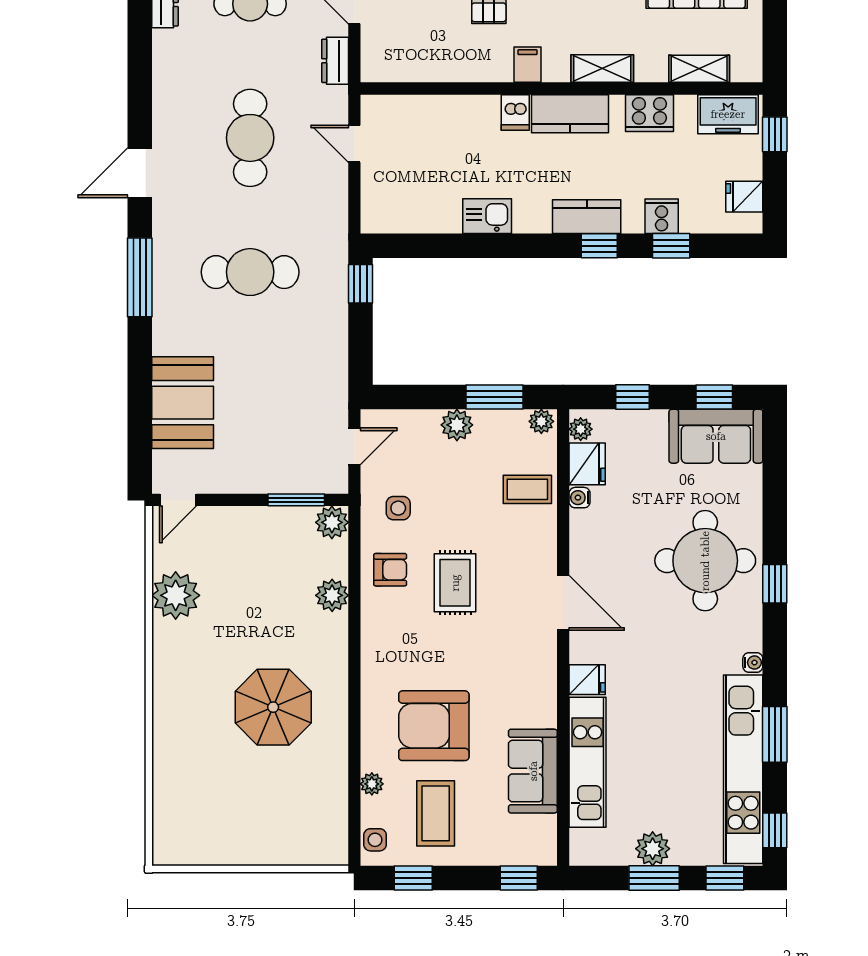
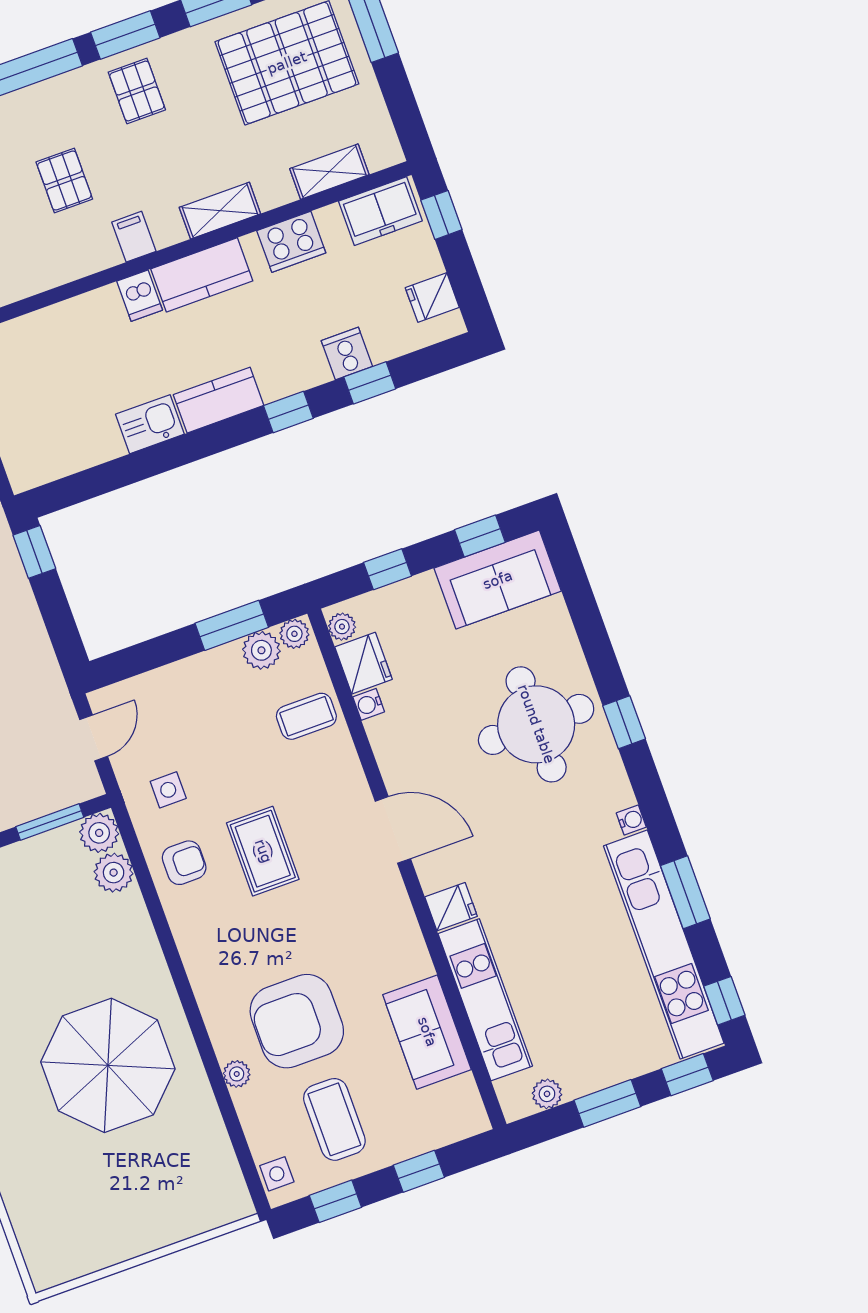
kitchen counter: (587, 217) -> (219, 400), moved
plant: (457, 425) -> (261, 650), moved
plant: (332, 595) -> (114, 873), moved
parasol: (273, 707) -> (108, 1065), width x1.36, depth x1.36
plant: (372, 784) -> (237, 1074), moved
plant: (653, 849) -> (547, 1094), moved, width x0.73, depth x0.73
window: (519, 878) -> (419, 1171), moved

